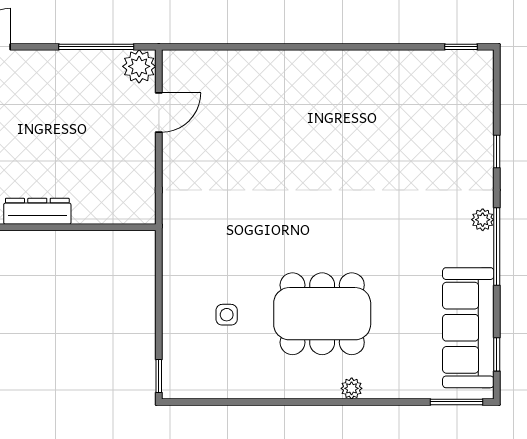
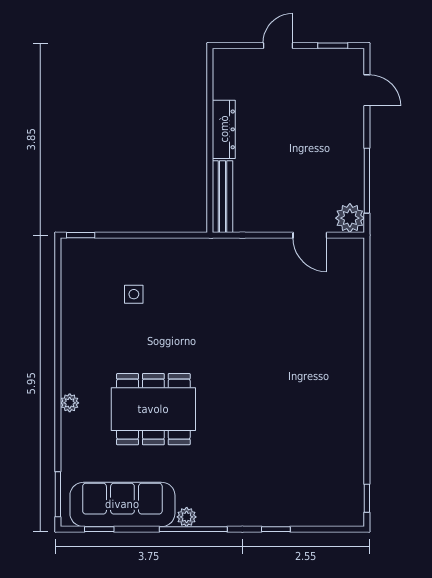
bench: (114, 213) -> (222, 197), added
plant: (483, 220) -> (187, 517), moved
dining table: (322, 314) -> (153, 409), moved, turned 90

